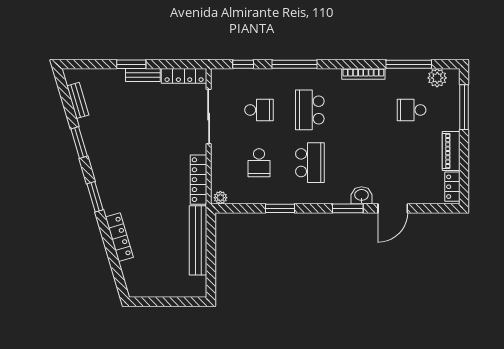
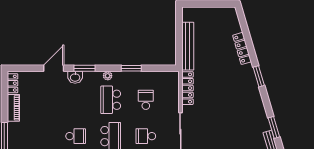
school desk: (412, 110) -> (76, 136), moved
window: (79, 142) -> (274, 127), moved
plant: (220, 198) -> (108, 76), moved

